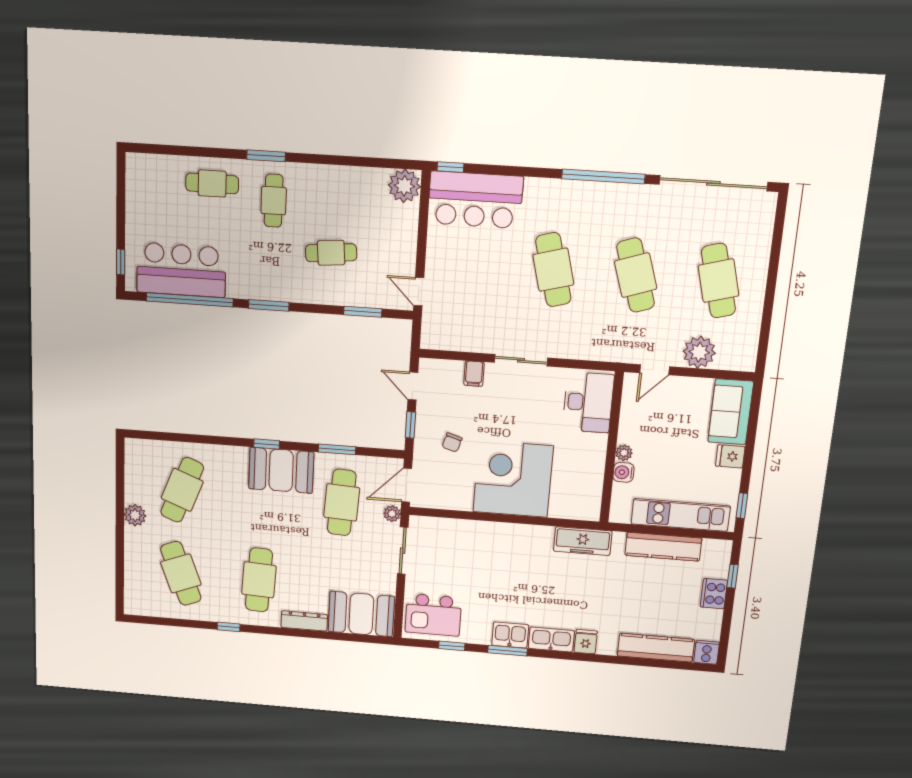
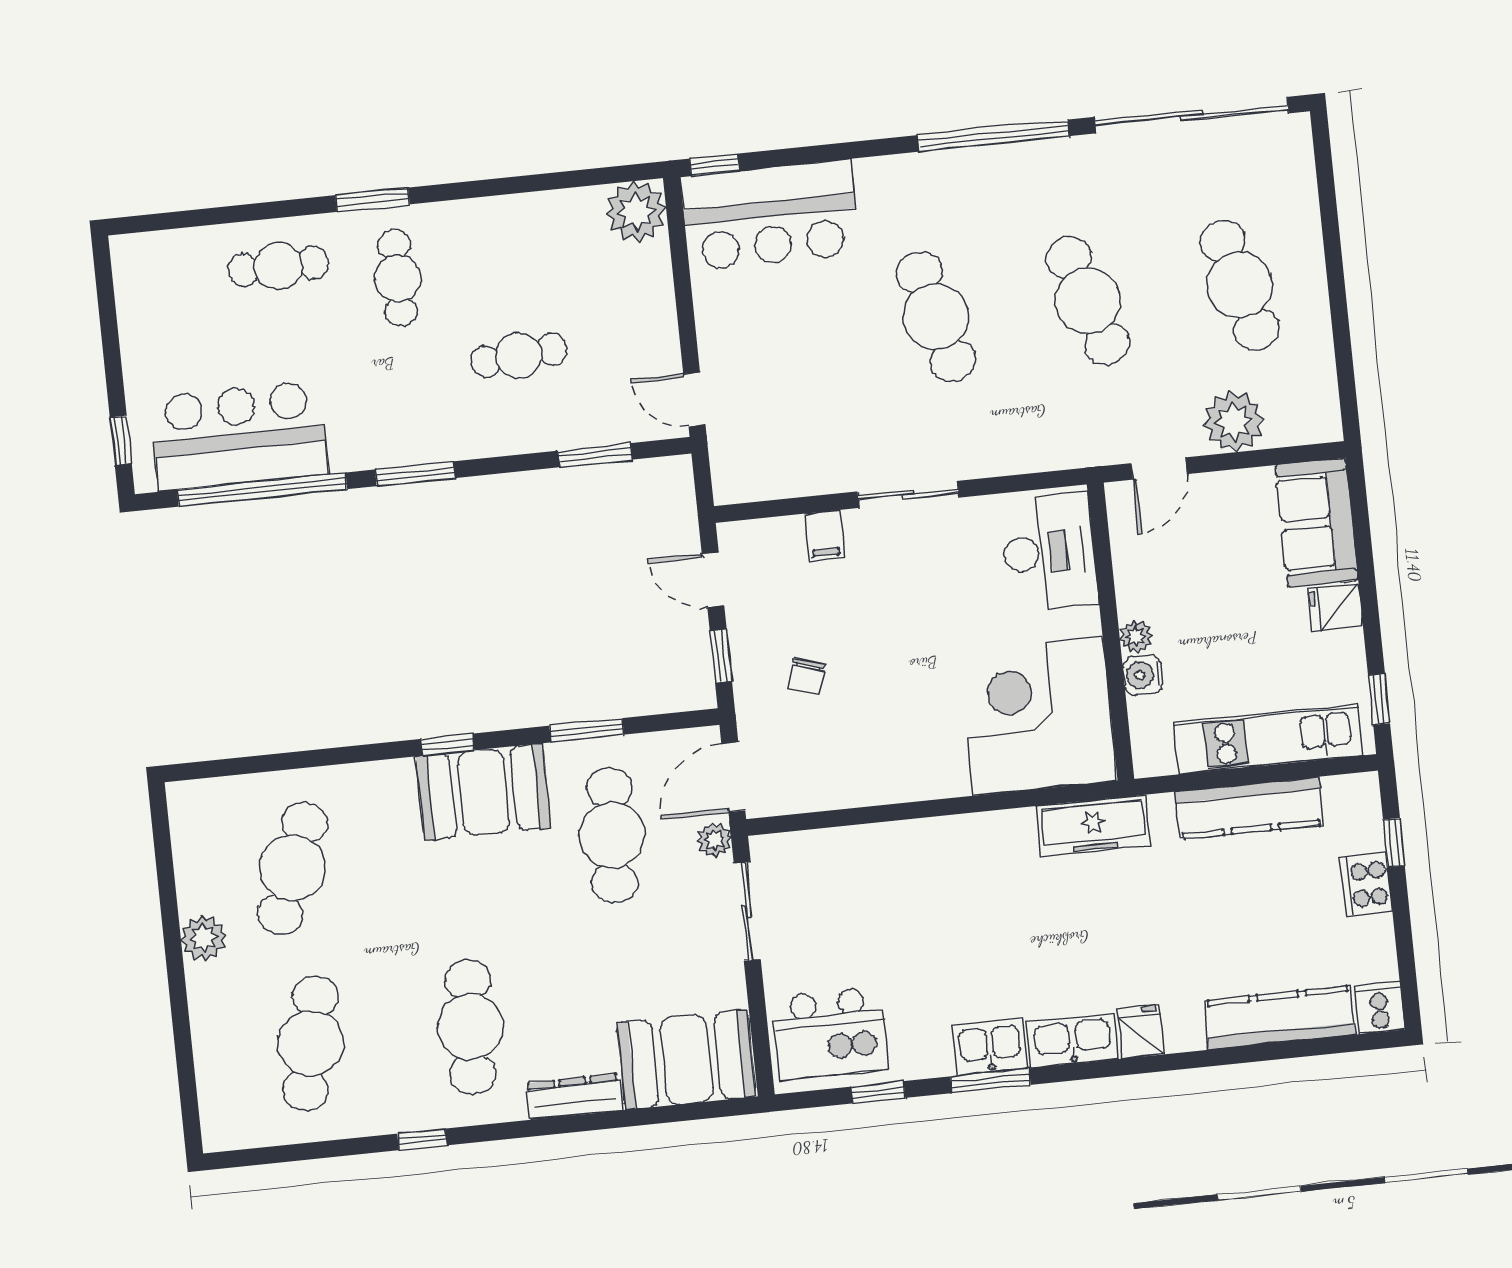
corner desk: (513, 479) -> (1038, 716), moved
cafe table: (181, 573) -> (310, 1043), turned 33

